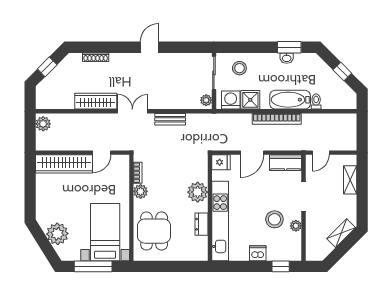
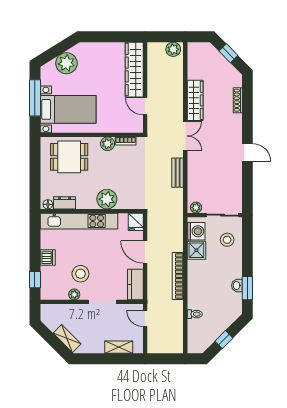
bathtub: (290, 100) -> (197, 289), removed
dresser: (201, 224) -> (65, 203), moved
floor lamp: (203, 253) -> (48, 204), added

